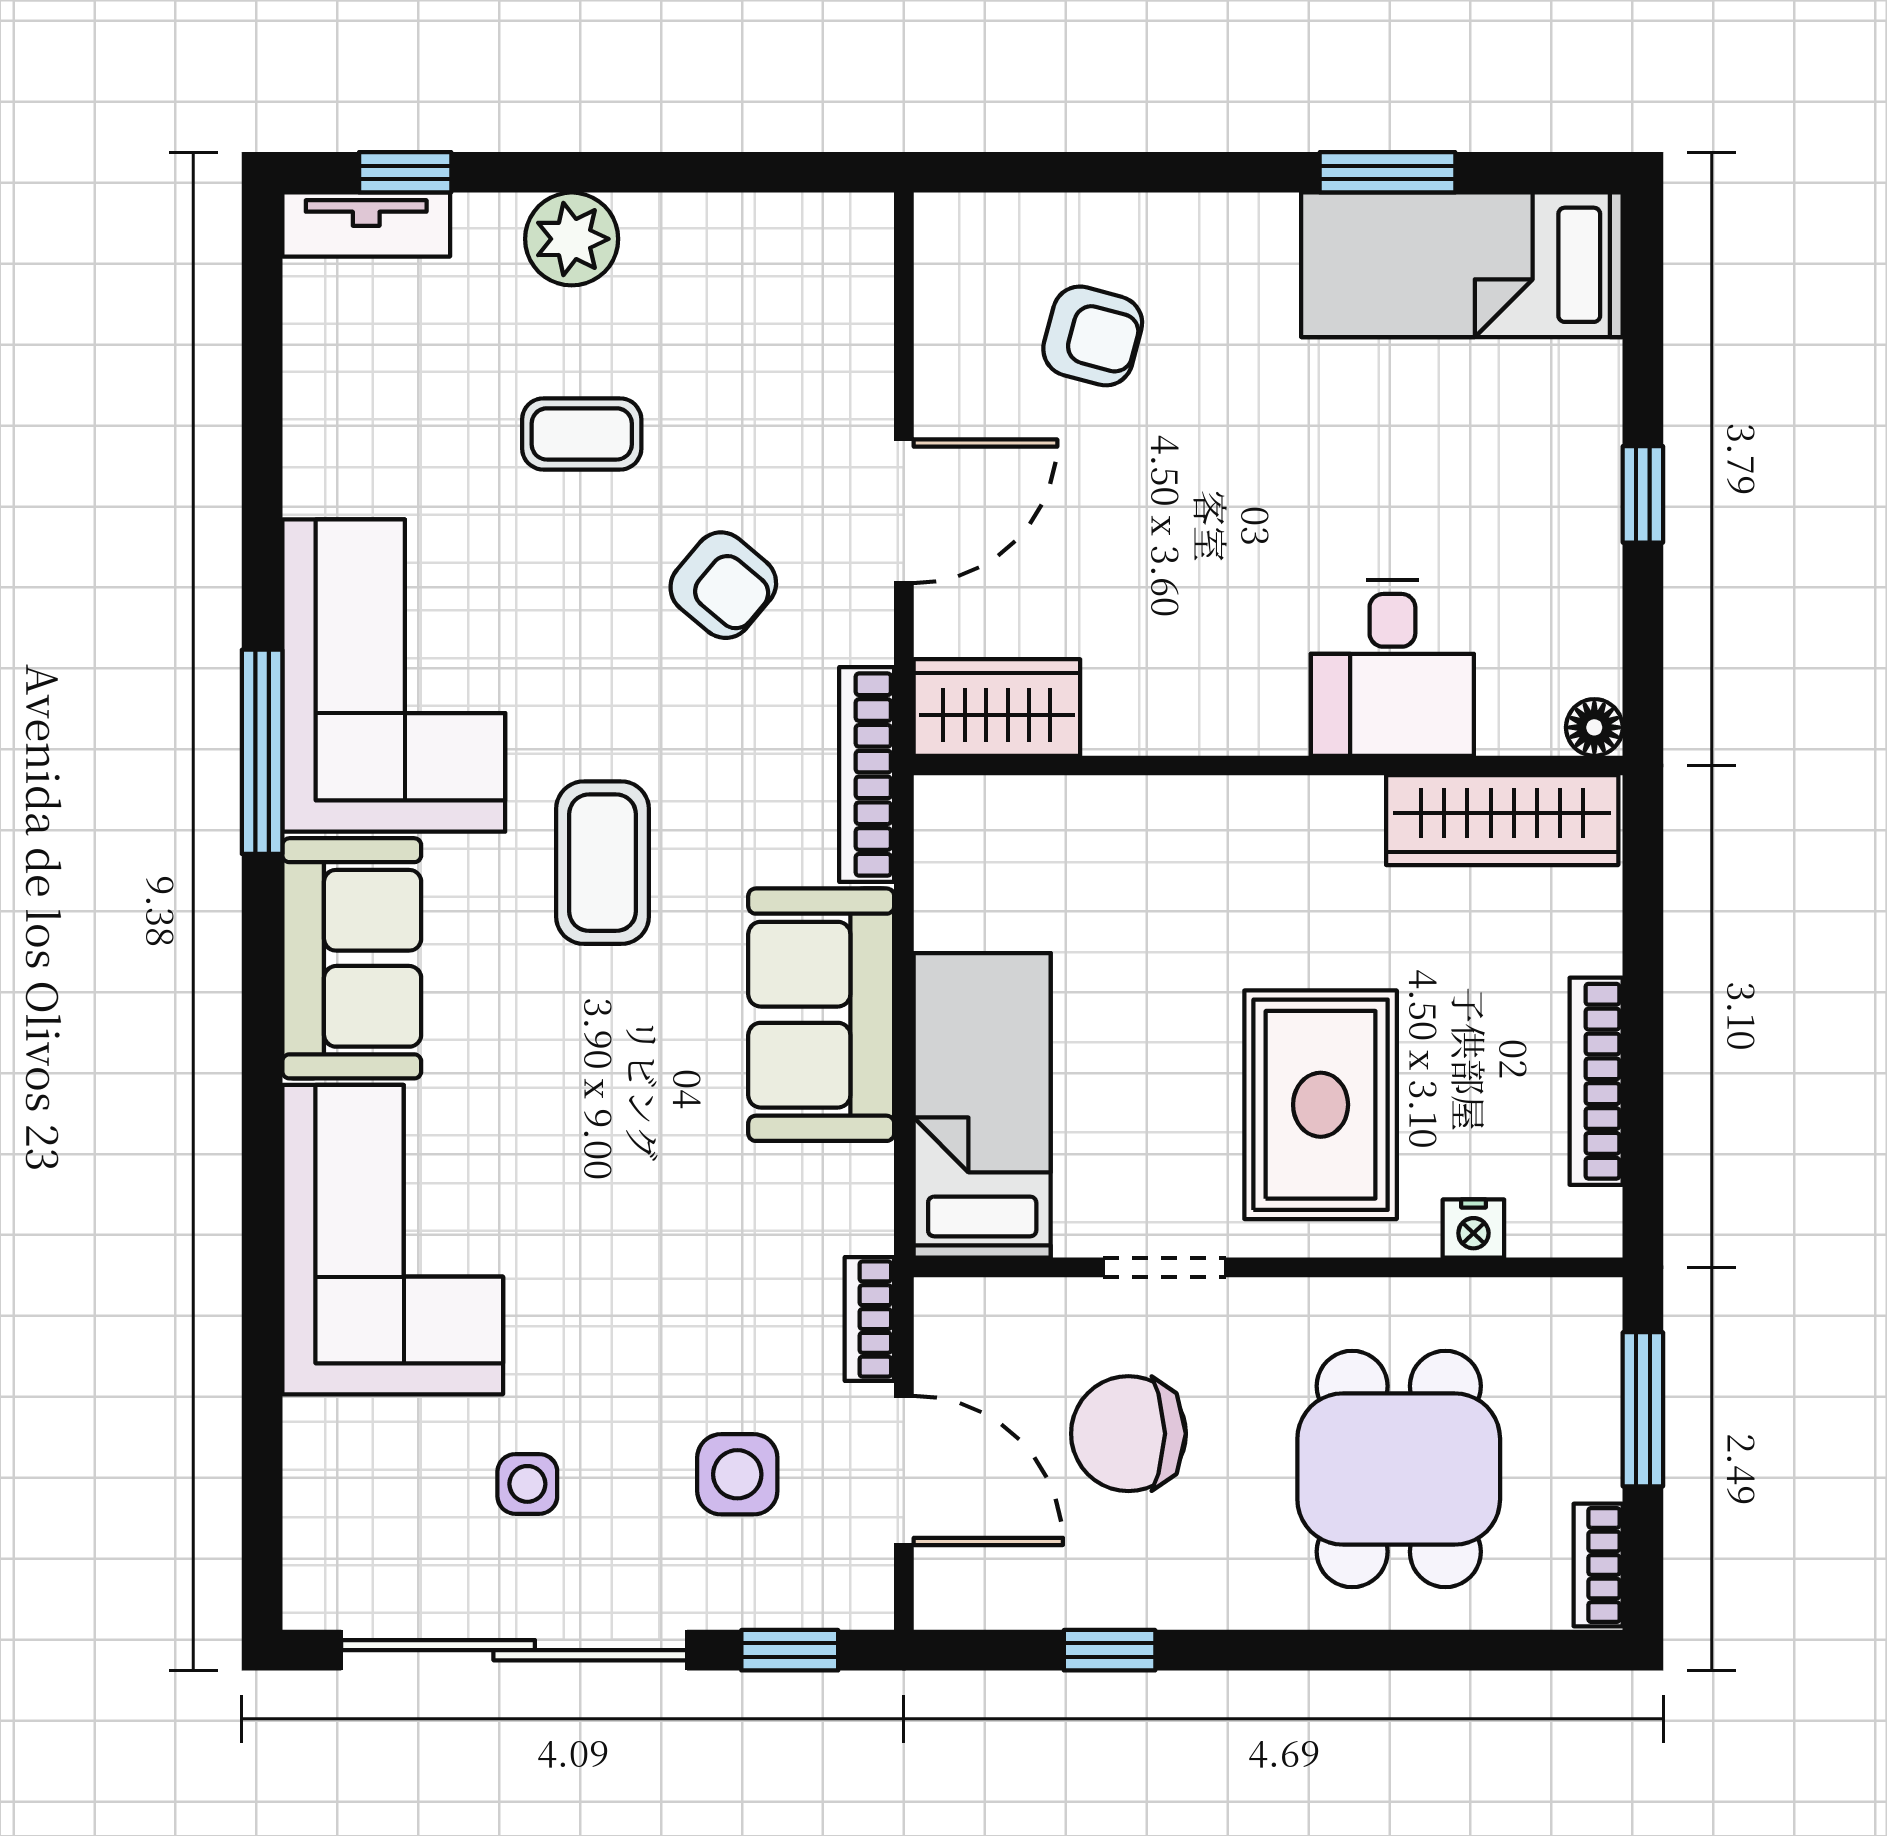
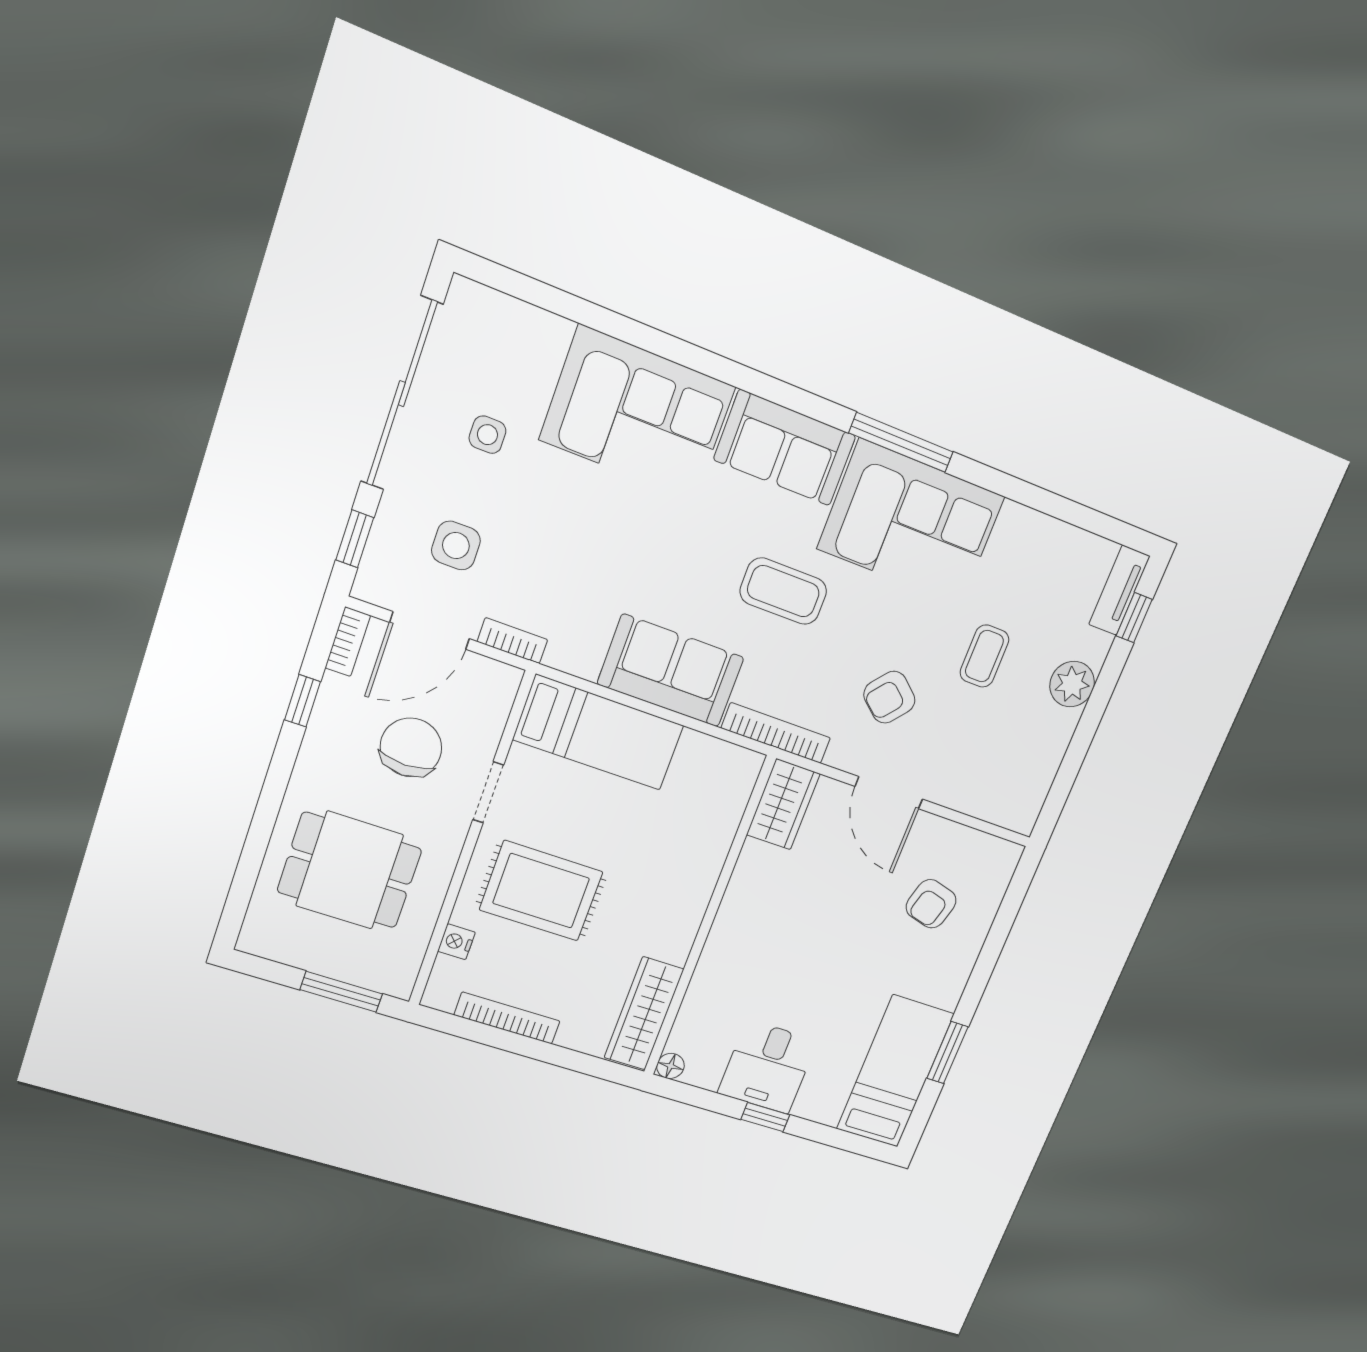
desk: (1392, 668) -> (768, 1067), moved, turned -90
bookcase: (1598, 1565) -> (348, 642), moved, turned 90

